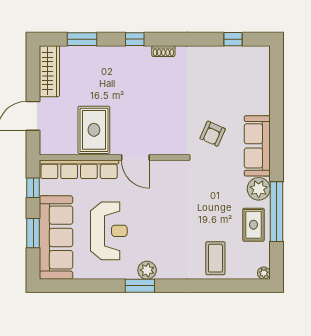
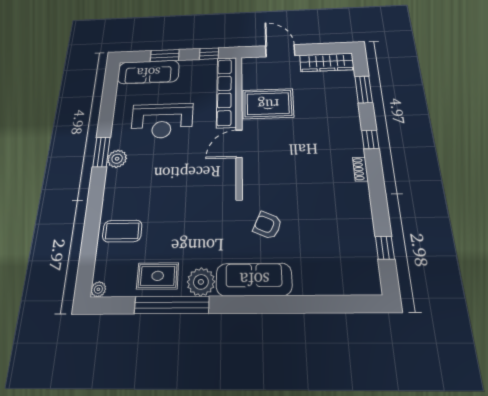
sofa: (56, 237) -> (148, 72), width x0.74, depth x0.79

